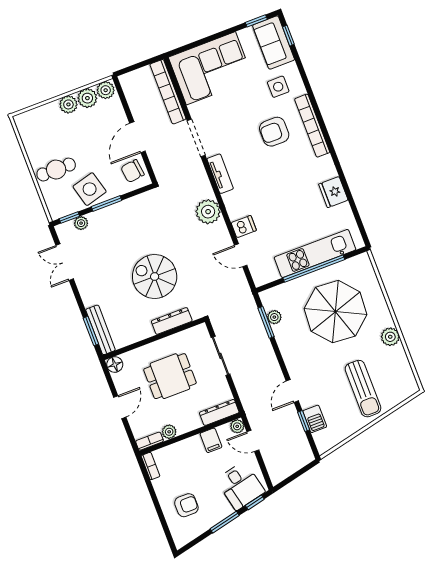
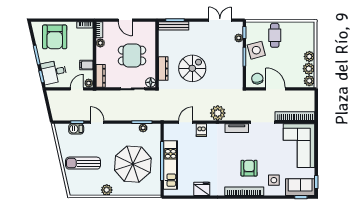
floor lamp: (115, 365) -> (151, 82), moved
dining table: (170, 376) -> (132, 56), turned 90
armchair: (186, 505) -> (55, 37), width x1.88, depth x1.88

